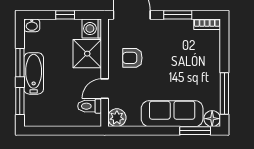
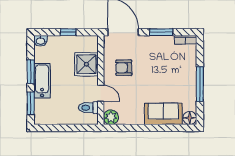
washing machine: (92, 29) -> (90, 43), removed
door: (105, 89) -> (101, 93), swing flipped
window: (224, 93) -> (200, 84), moved
sofa: (172, 114) -> (163, 114), width x0.73
window: (195, 131) -> (176, 128), removed

